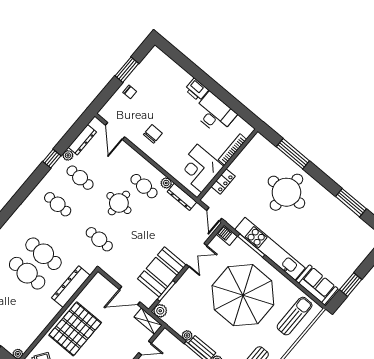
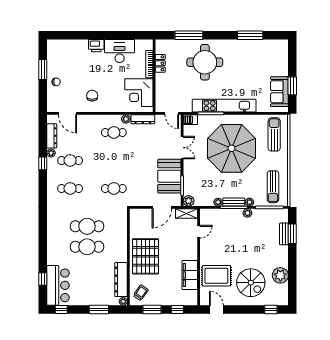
locker: (223, 181) -> (160, 63), moved
round table: (119, 203) -> (107, 156), removed
sofa: (317, 285) -> (279, 92), moved, turned -90
dresser: (71, 287) -> (121, 280), moved

